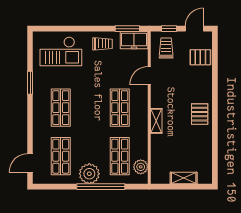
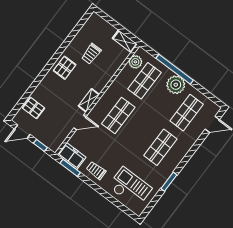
trolley: (166, 48) -> (91, 54), moved
shelving: (156, 121) -> (89, 100), moved
shelving: (184, 178) -> (125, 41), moved

